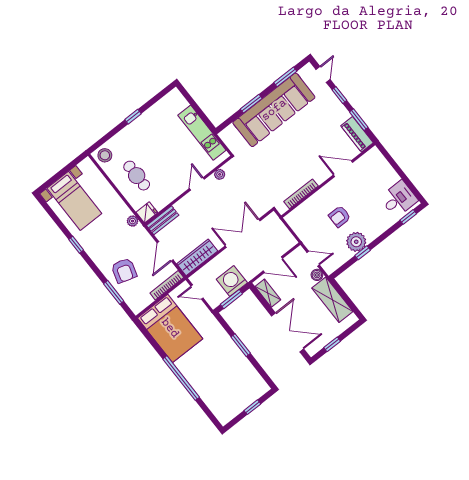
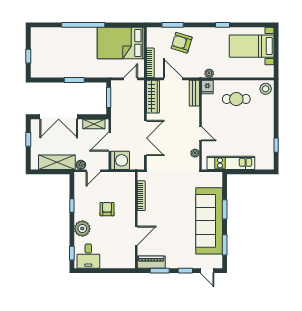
window: (133, 117) -> (276, 145), moved
plant: (356, 242) -> (82, 229), moved
washing machine: (232, 281) -> (120, 160), moved

